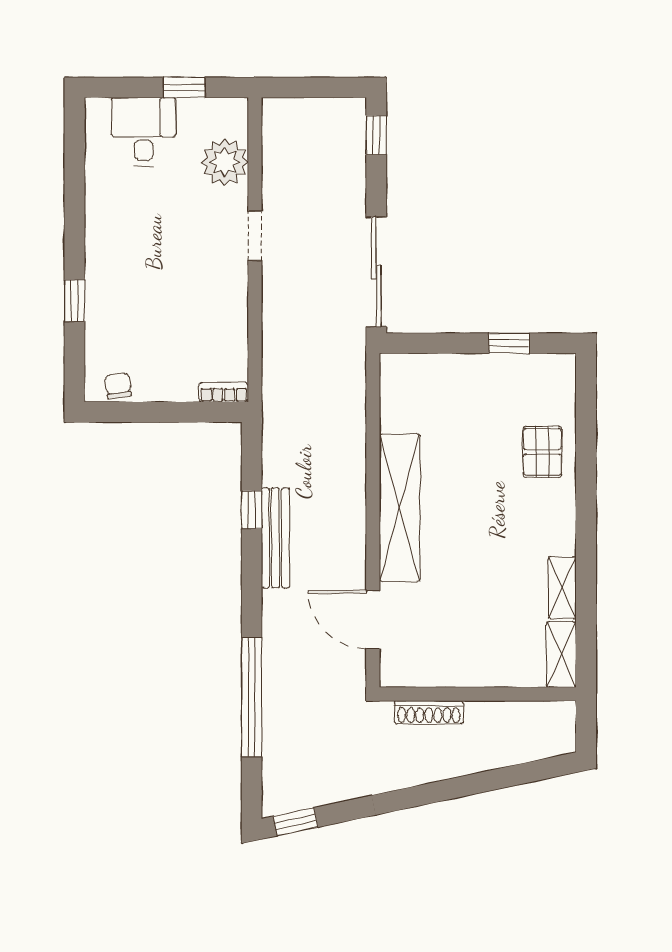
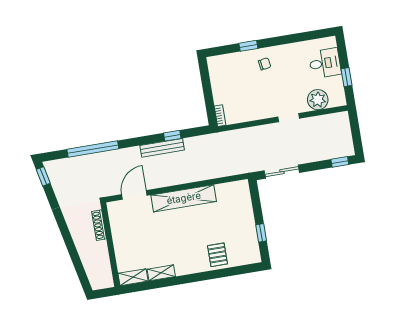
sliding door: (376, 272) -> (282, 172), width x0.73
chair: (118, 386) -> (265, 64), moved
pallet: (542, 452) -> (217, 255), turned 90

